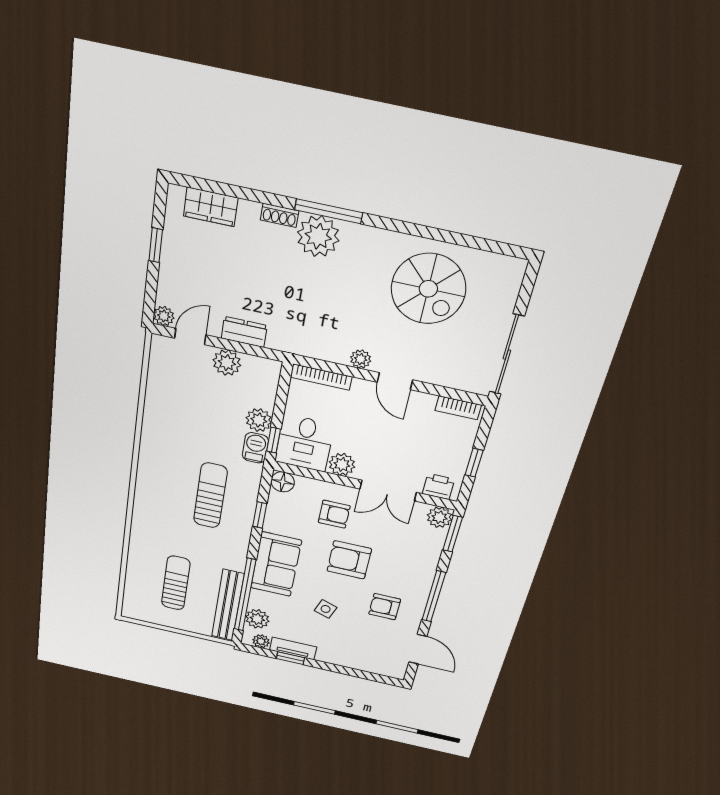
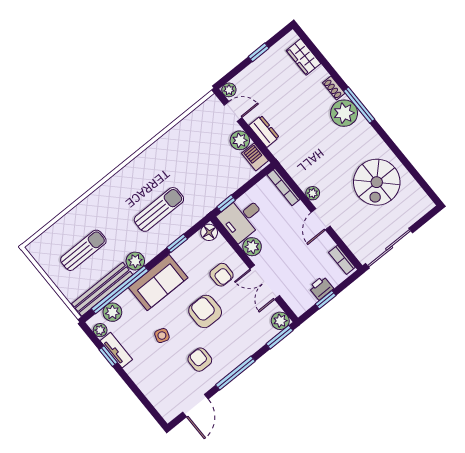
plant: (259, 420) -> (135, 261), moved
barbecue: (255, 448) -> (255, 157), moved, turned -90
printer: (438, 486) -> (321, 288), moved, turned -90

